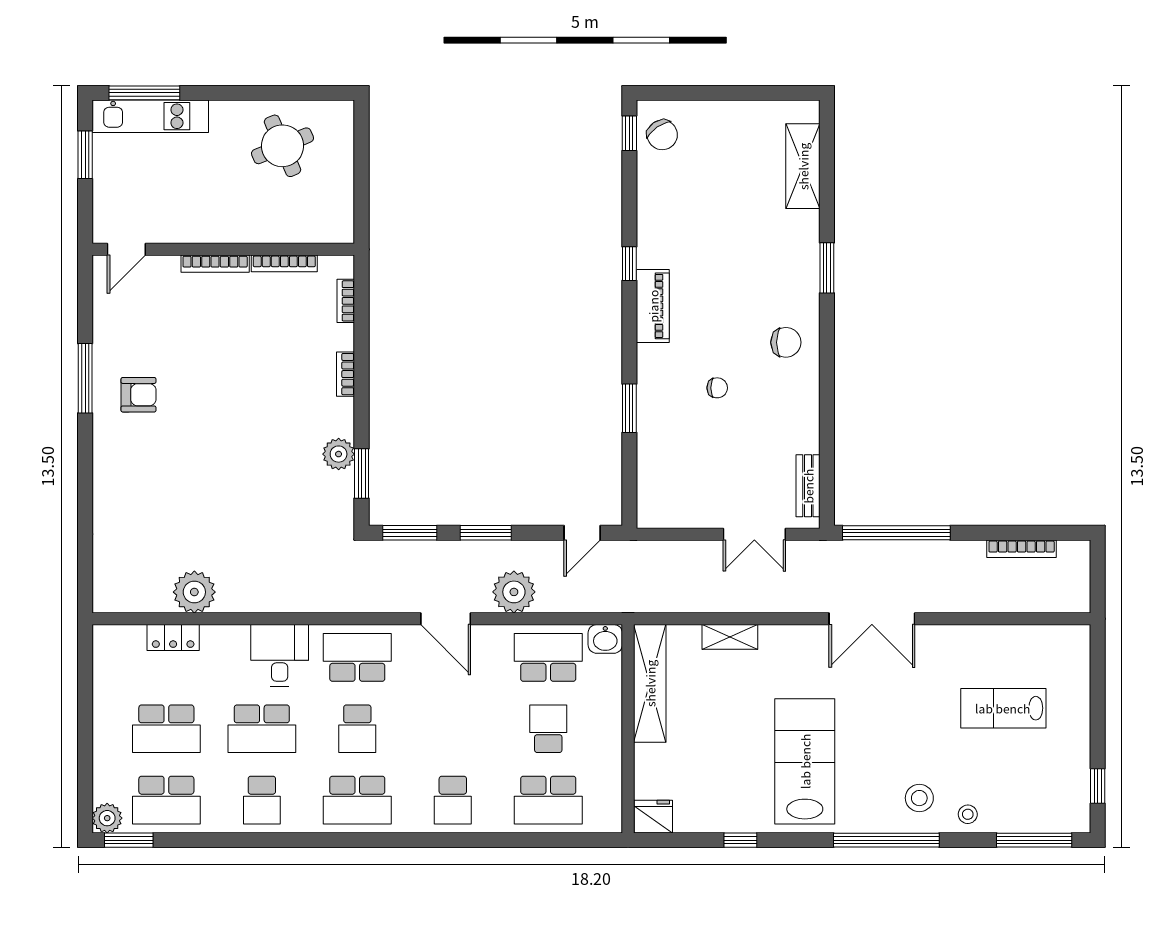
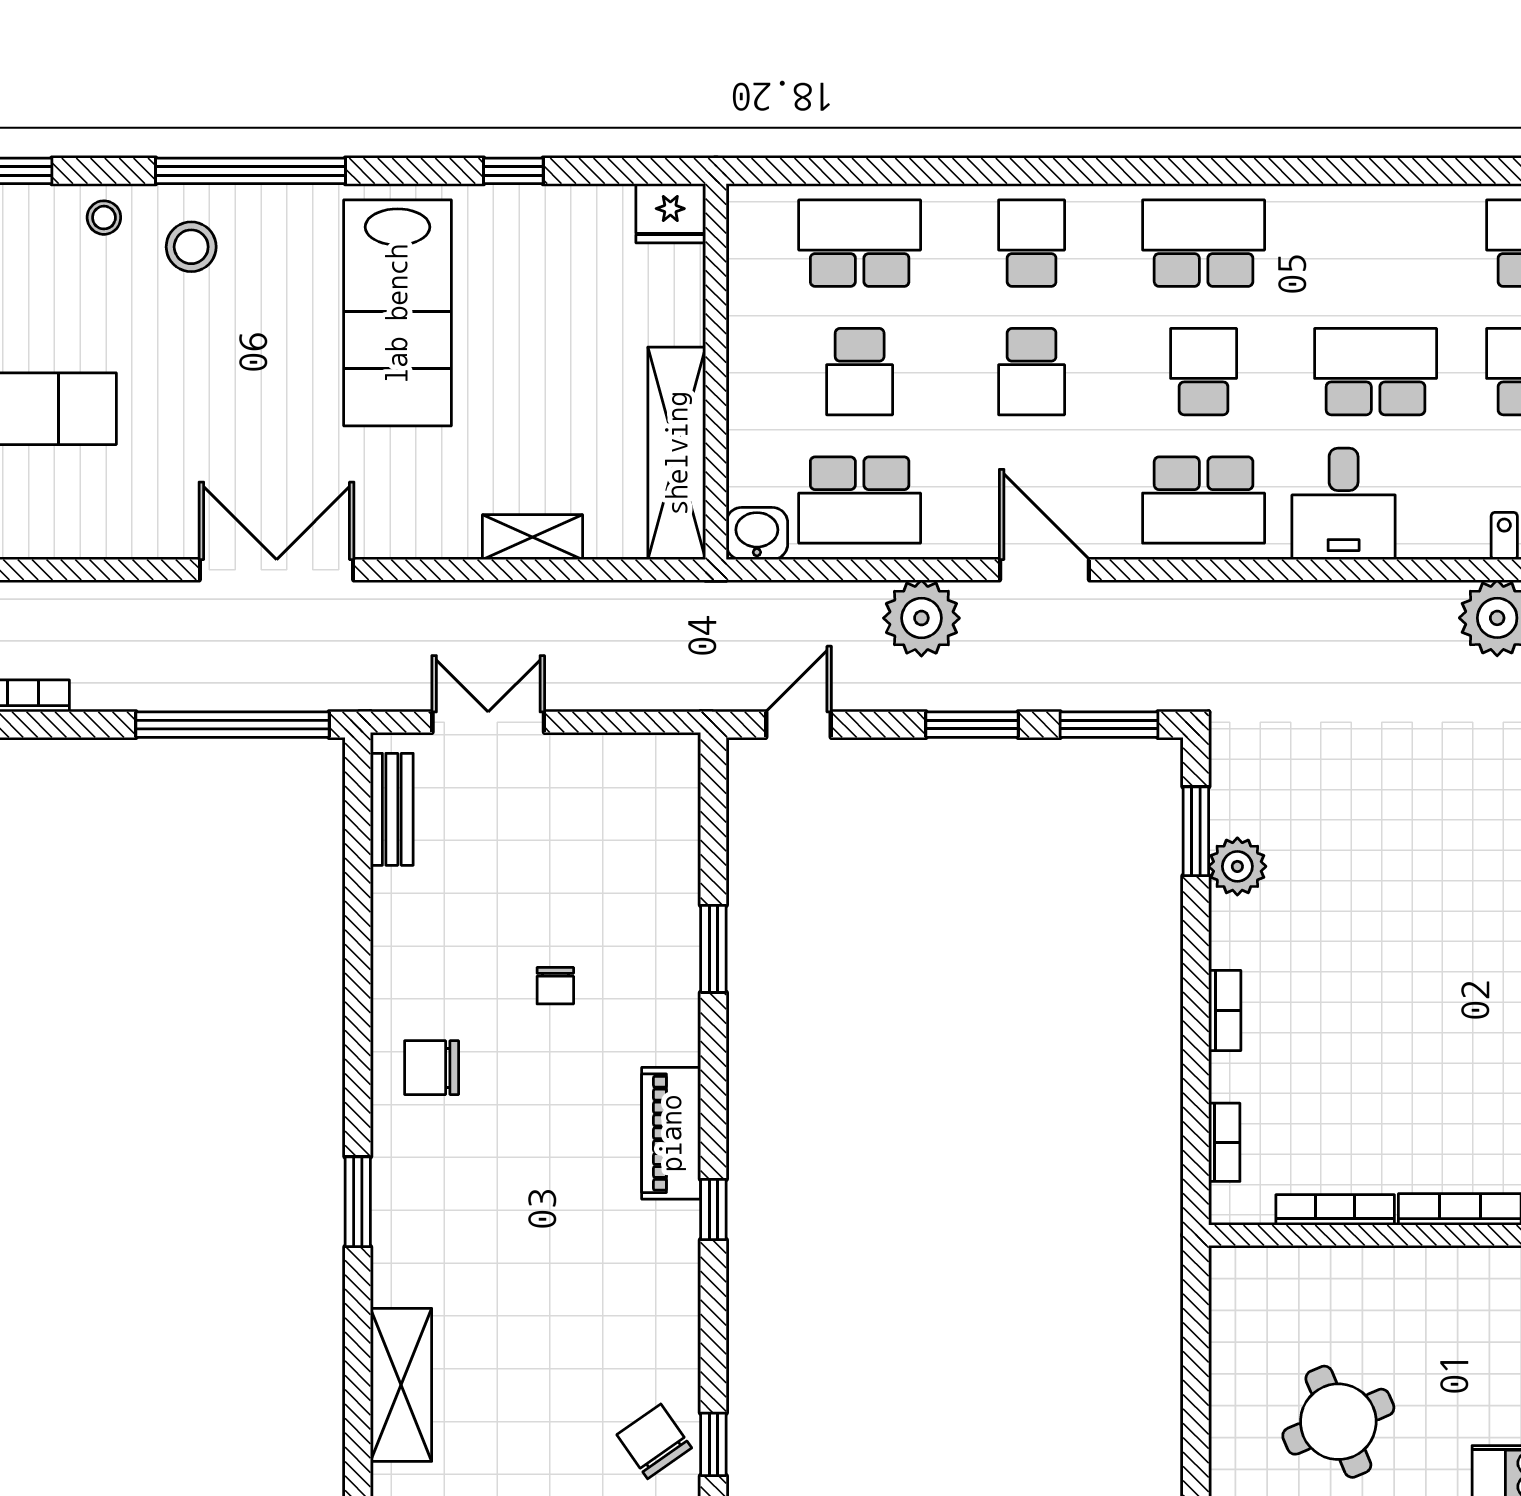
chair: (717, 388) -> (555, 986), turned -90
school desk: (262, 800) -> (1032, 372), moved, turned 180

